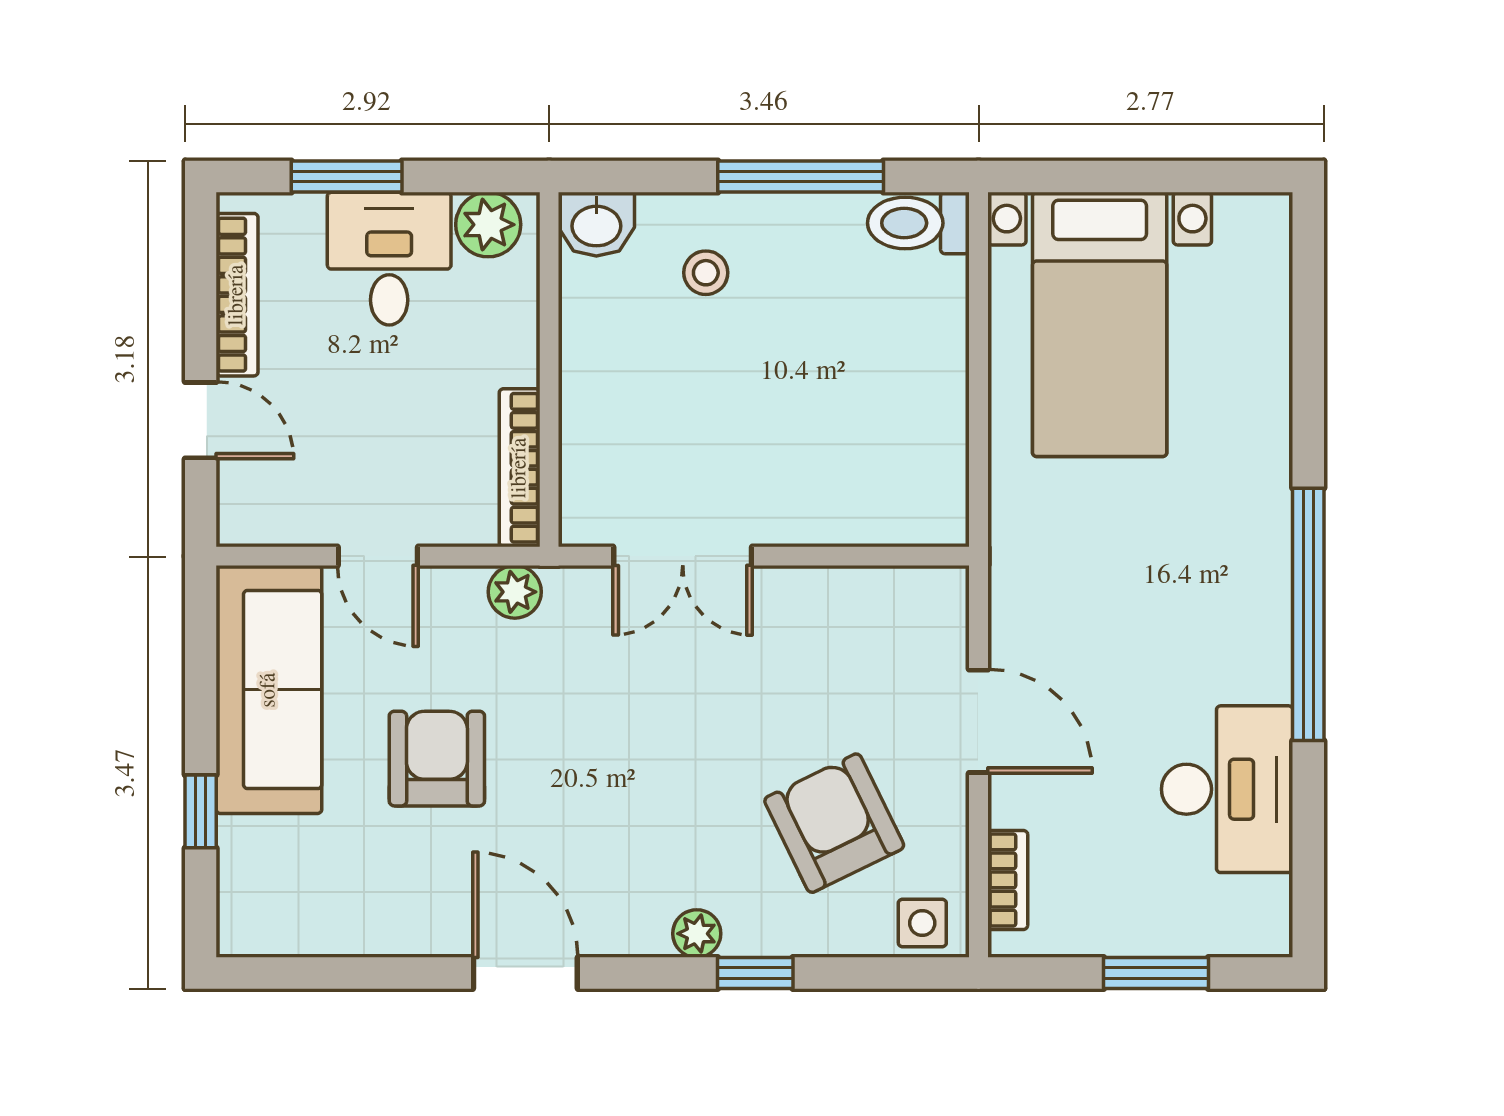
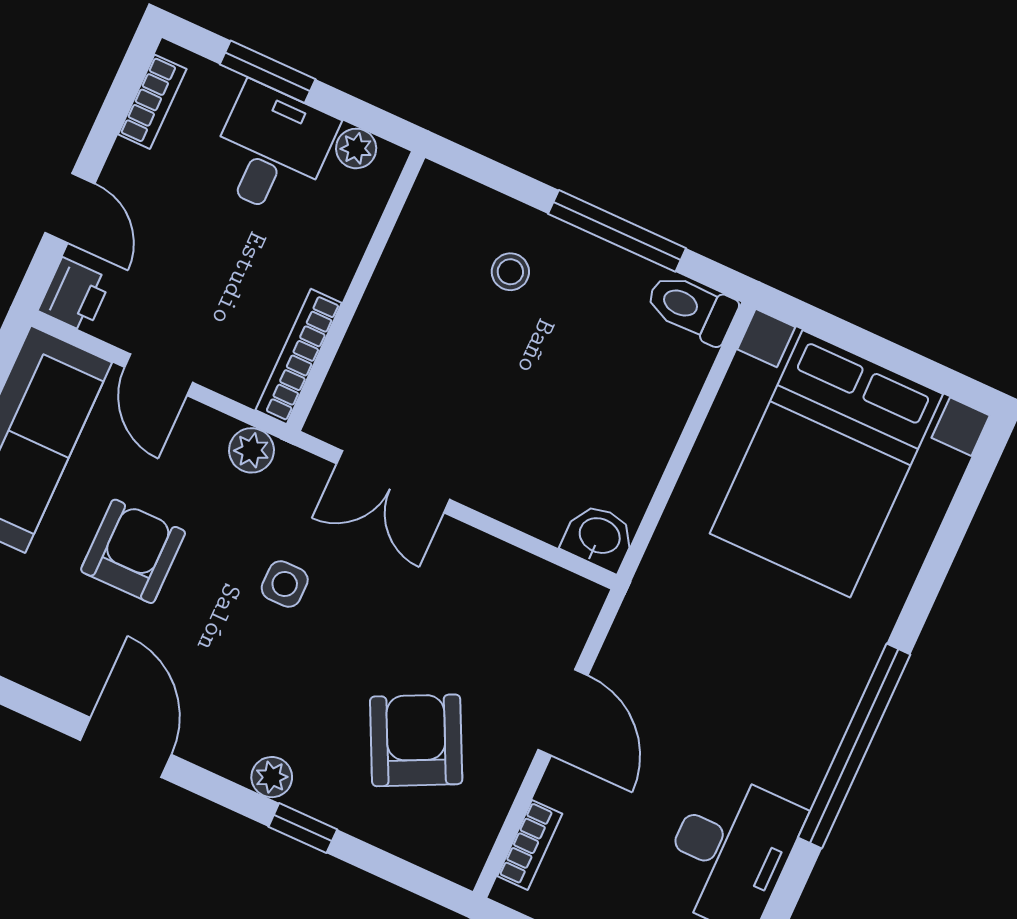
washbasin: (596, 224) -> (599, 537), moved, turned 180
plant: (488, 225) -> (356, 148), width x0.73, depth x0.73
bookcase: (237, 295) -> (152, 102), width x0.64
bed with nightstands: (1100, 324) -> (826, 464), width x1.36
printer: (248, 512) -> (75, 295), added
side table: (922, 923) -> (285, 584), moved

